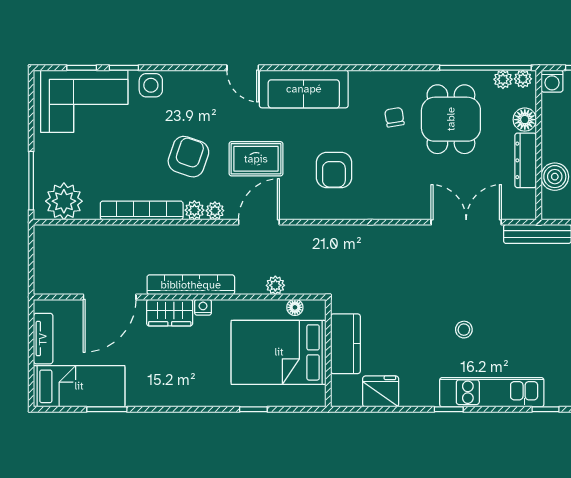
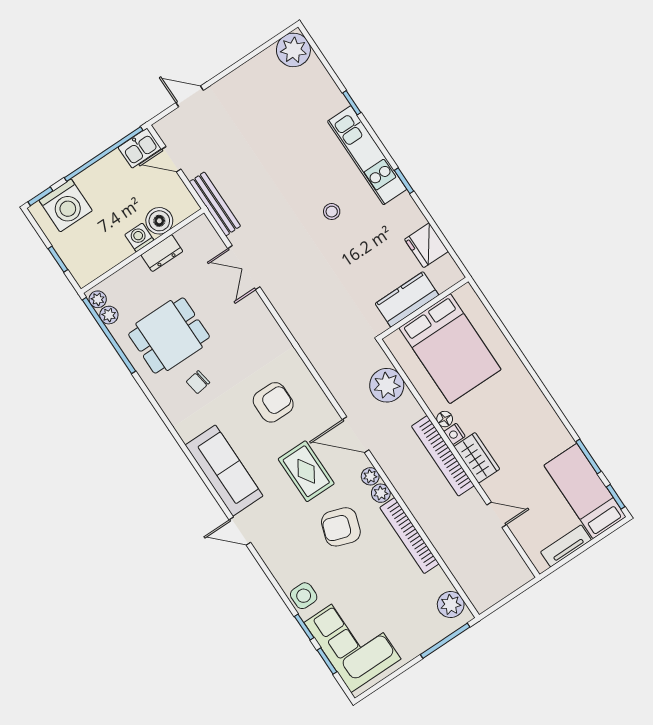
door: (243, 68) -> (240, 531), swing flipped
washing machine: (552, 81) -> (139, 237), moved, turned -90
floor lamp: (525, 120) -> (129, 276), removed
dresser: (526, 160) -> (162, 253), width x0.70
plant: (64, 201) -> (451, 605), width x0.73, depth x0.73
double door: (466, 222) -> (244, 268), width x0.73
plant: (275, 285) -> (387, 385), width x1.88, depth x1.88
door: (110, 297) -> (497, 515), width x0.53
floor lamp: (295, 307) -> (445, 419), moved
window: (253, 409) -> (616, 497), moved

